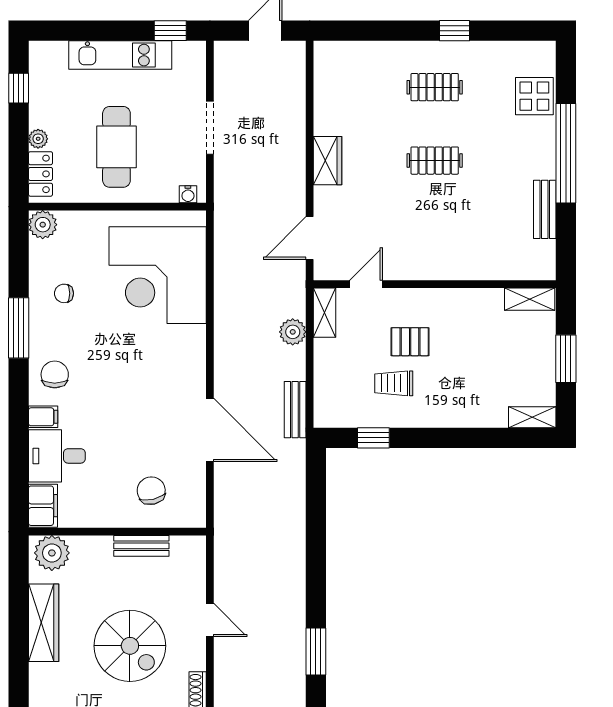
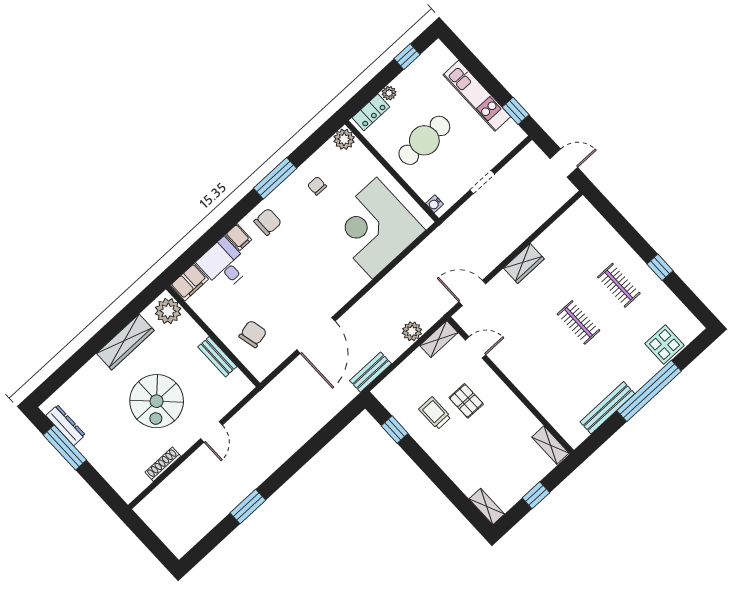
doorway: (210, 128) -> (482, 182), width x0.73
bench: (545, 209) -> (607, 408), width x1.36
window: (566, 359) -> (536, 495), width x0.67

